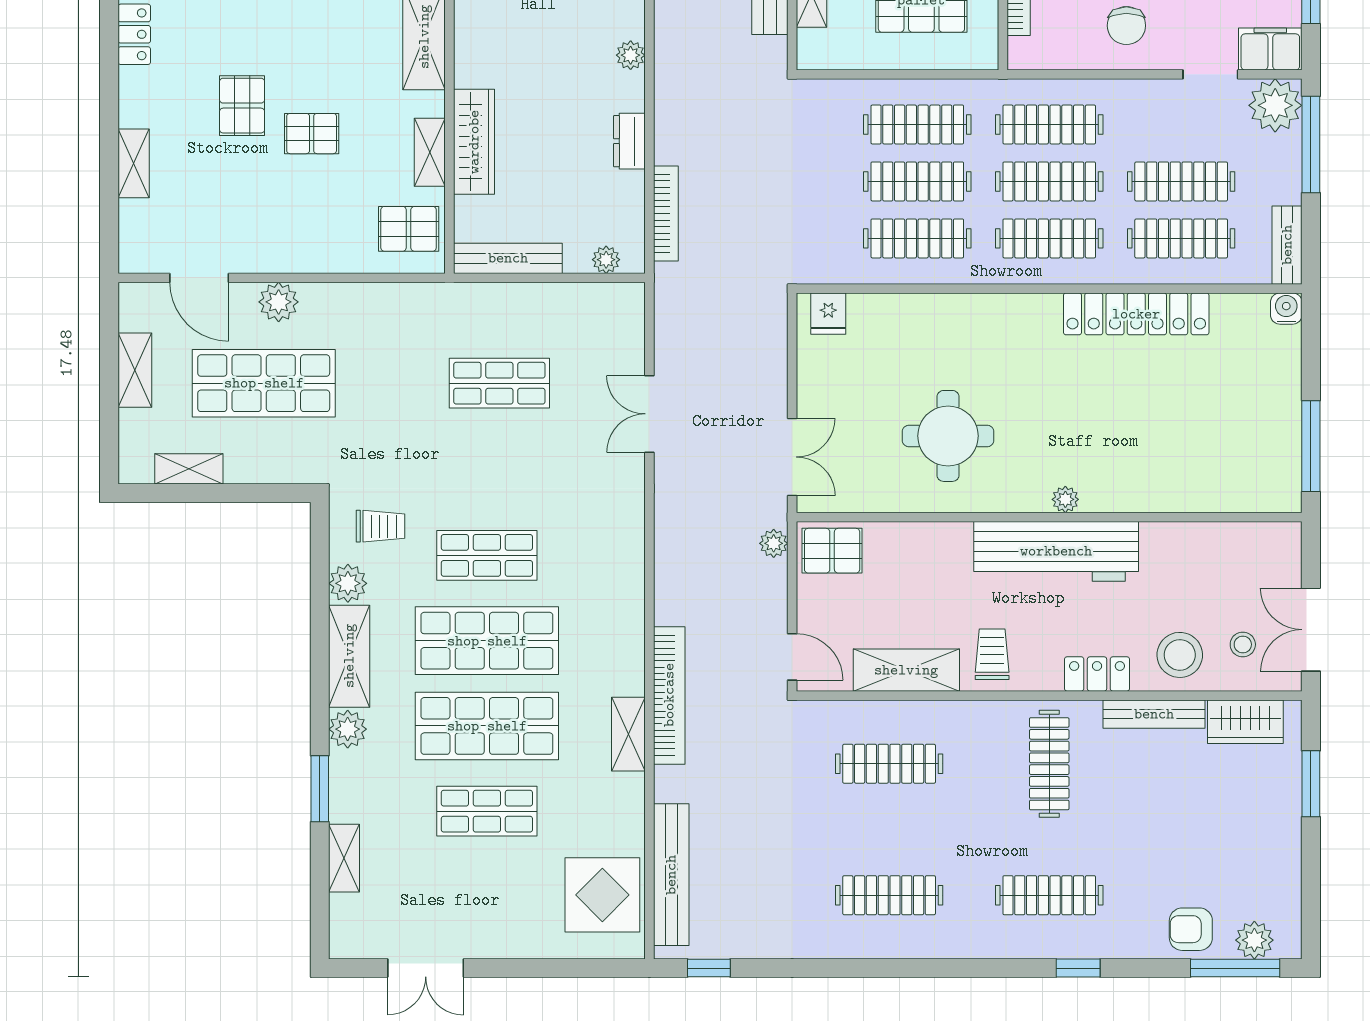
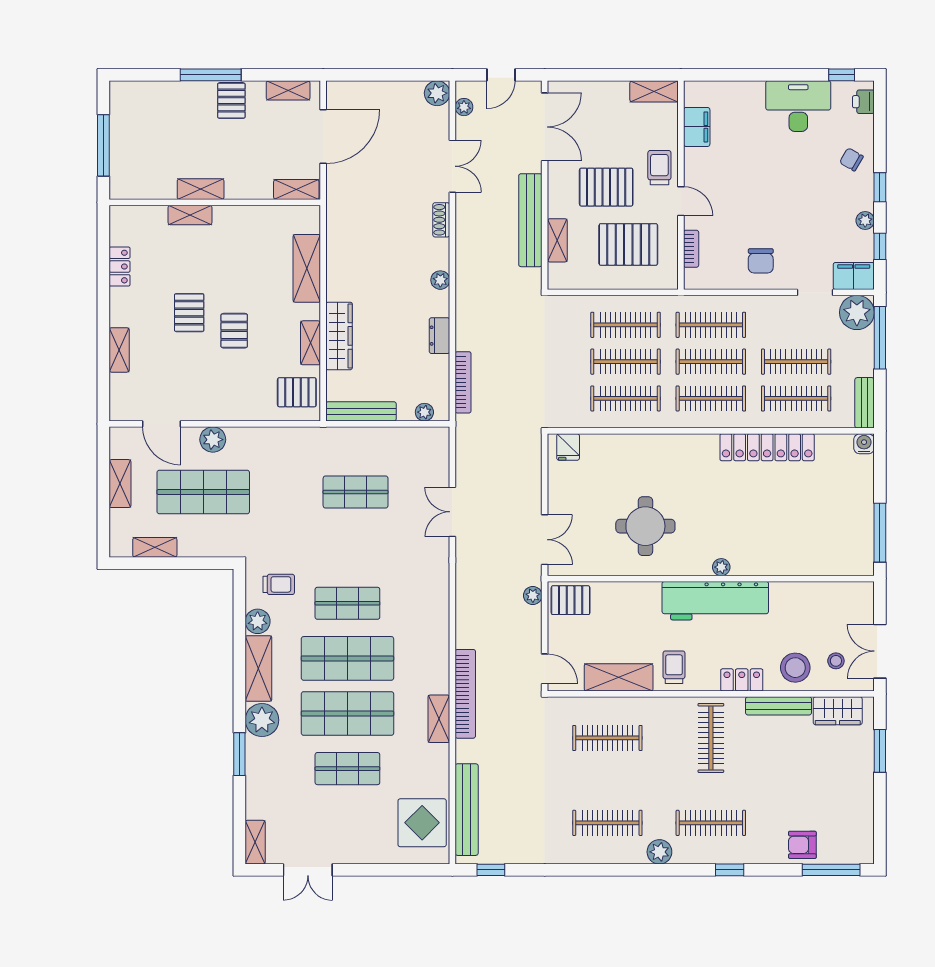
pallet: (312, 134) -> (234, 331), turned 90
plant: (348, 729) -> (262, 720), width x1.36, depth x1.36
shelving: (344, 858) -> (255, 842), moved
plant: (1254, 940) -> (659, 852), moved

